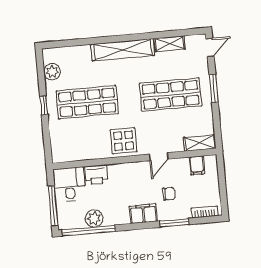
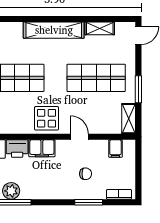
window: (214, 88) -> (138, 89), moved
shelving: (200, 143) -> (129, 119), moved, turned 90
door: (159, 157) -> (79, 137), swing flipped
filing cabinet: (143, 214) -> (42, 148), moved, turned 180

